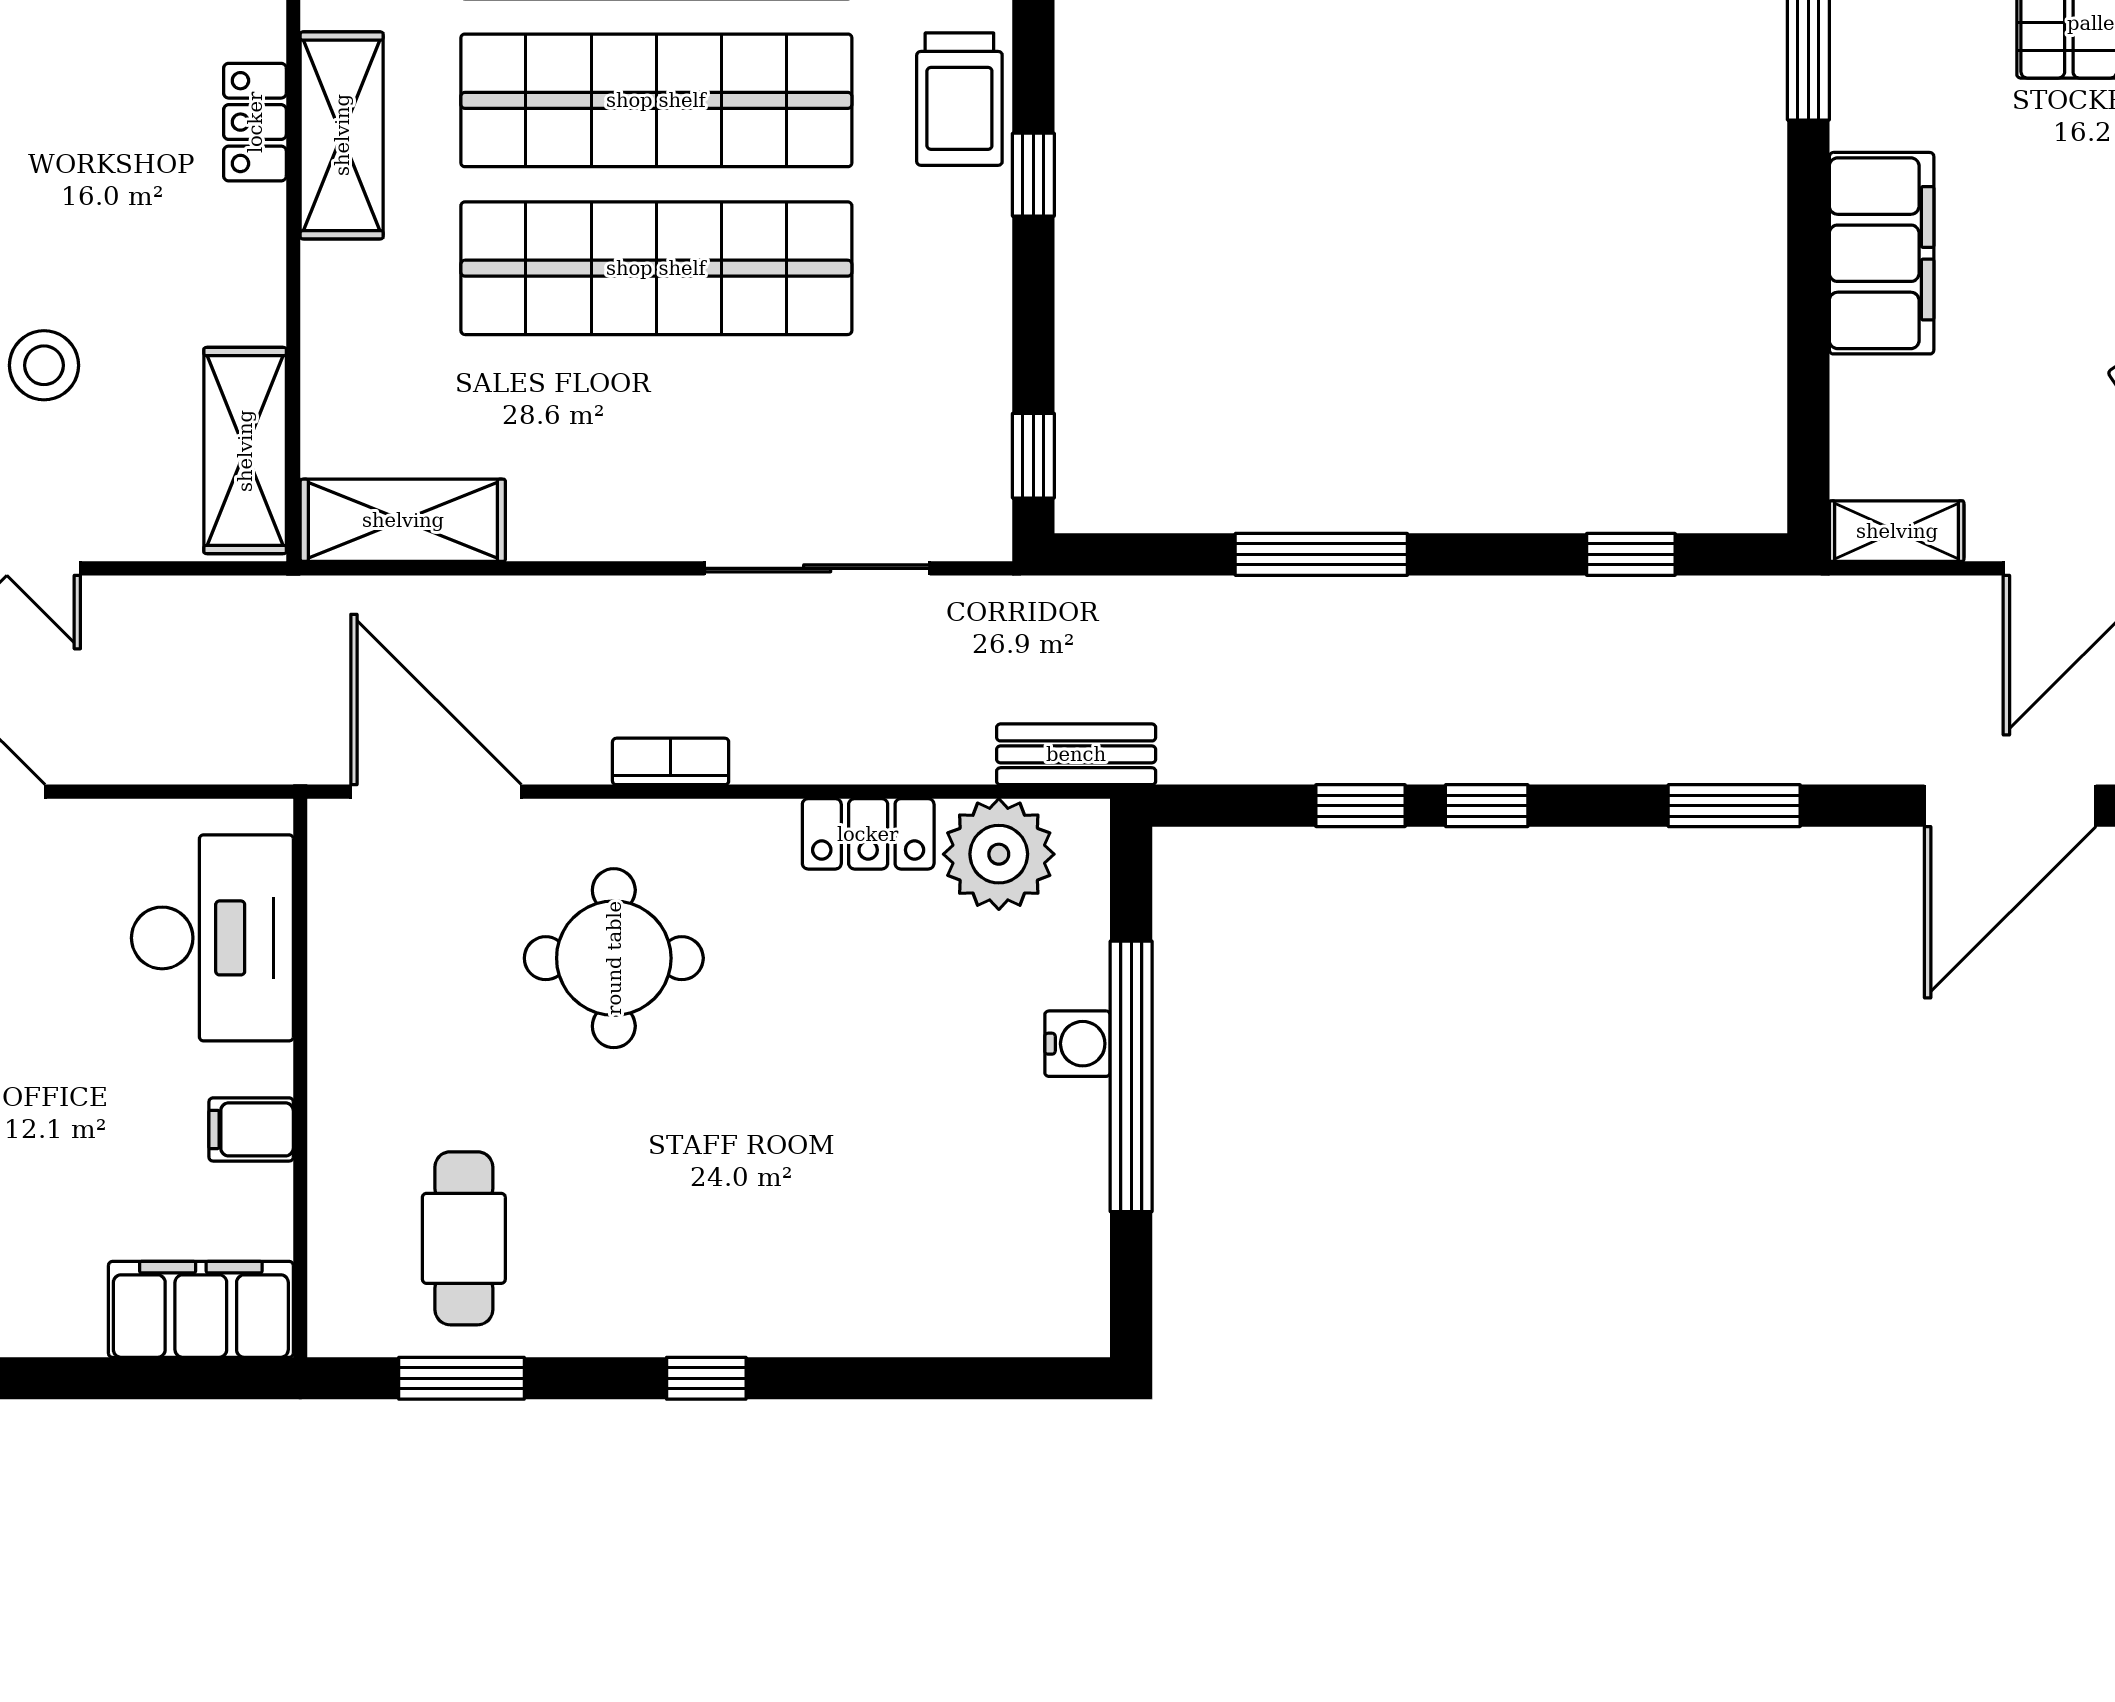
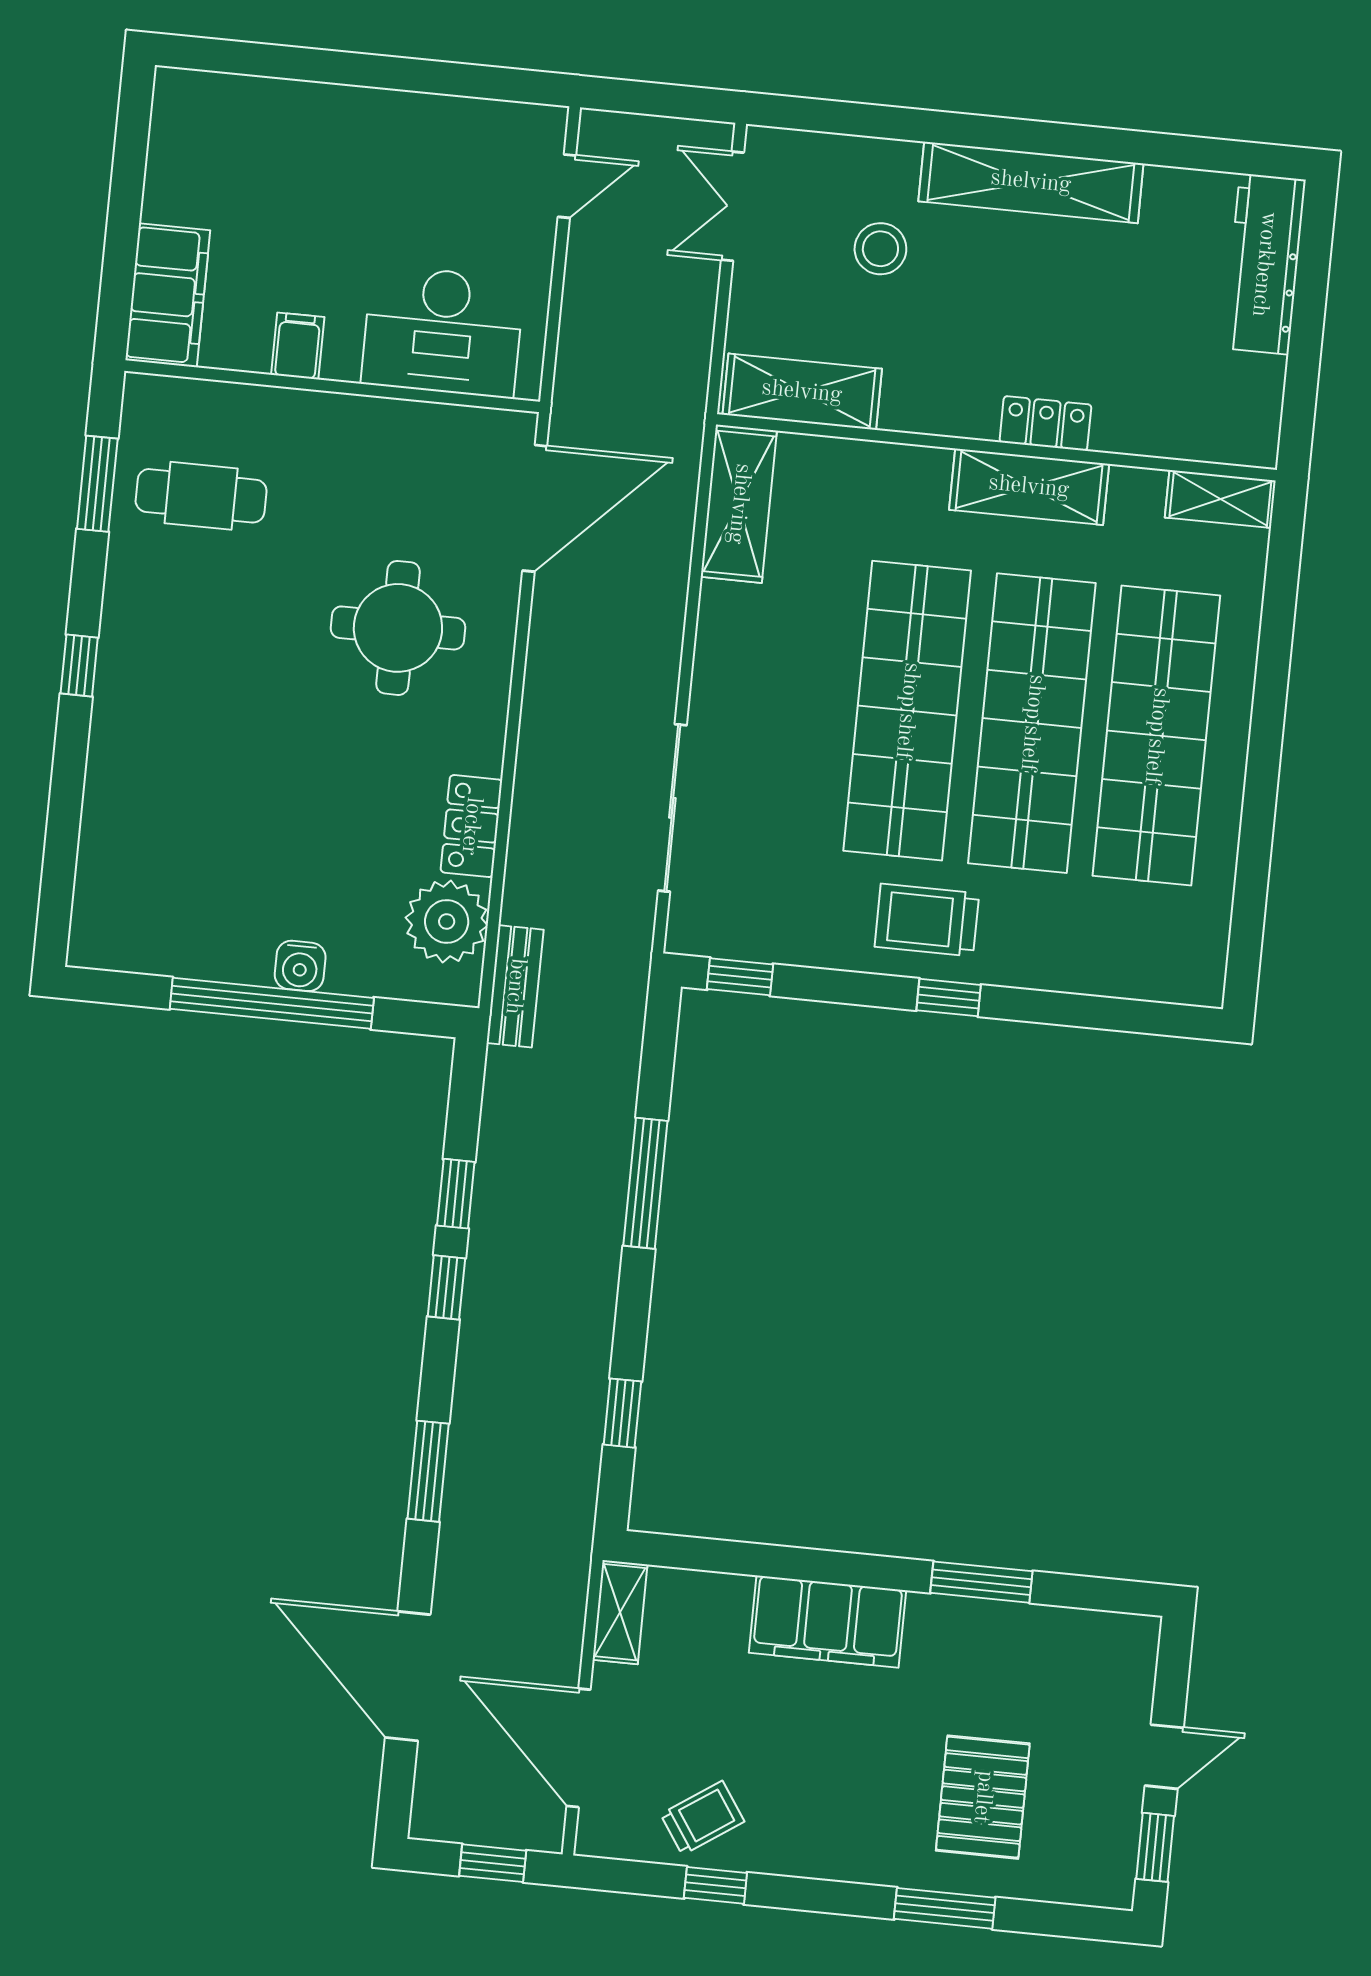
trolley: (959, 99) -> (927, 920), moved
bookcase: (671, 761) -> (540, 685), removed

